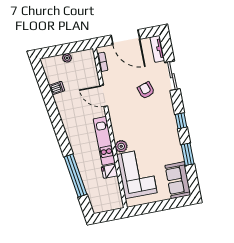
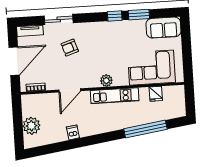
plant: (67, 58) -> (31, 126), width x1.88, depth x1.88
dishwasher: (57, 88) -> (73, 132), moved
window: (181, 121) -> (115, 16), moved
plant: (121, 146) -> (106, 81), moved
fridge: (110, 171) -> (156, 94), moved

